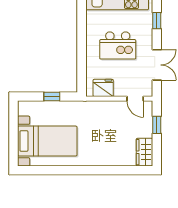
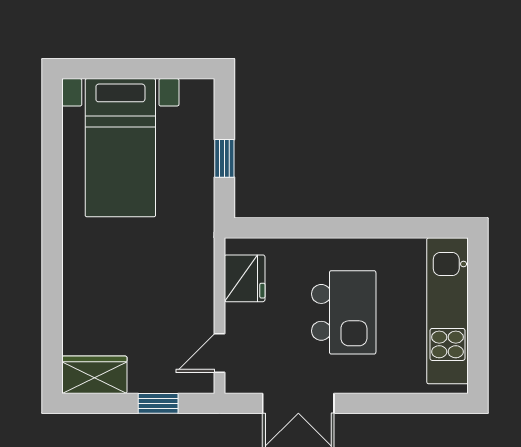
window: (157, 21) -> (402, 403), removed
kitchen island: (118, 46) -> (344, 312), turned 180

